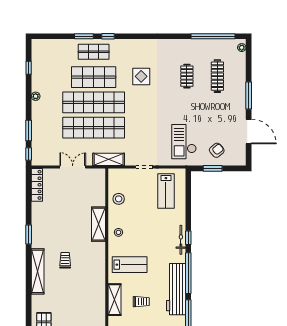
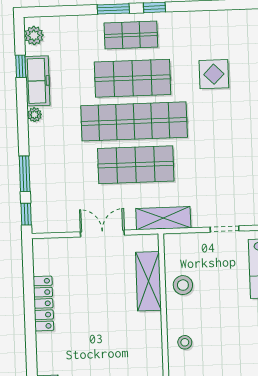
plant: (37, 50) -> (34, 35), added
freezer: (38, 77) -> (37, 81), added
shop shelf: (94, 128) -> (136, 165), width x0.71
locker: (37, 185) -> (43, 303), moved
shelving: (99, 224) -> (148, 281), moved
window: (29, 234) -> (31, 351), removed

